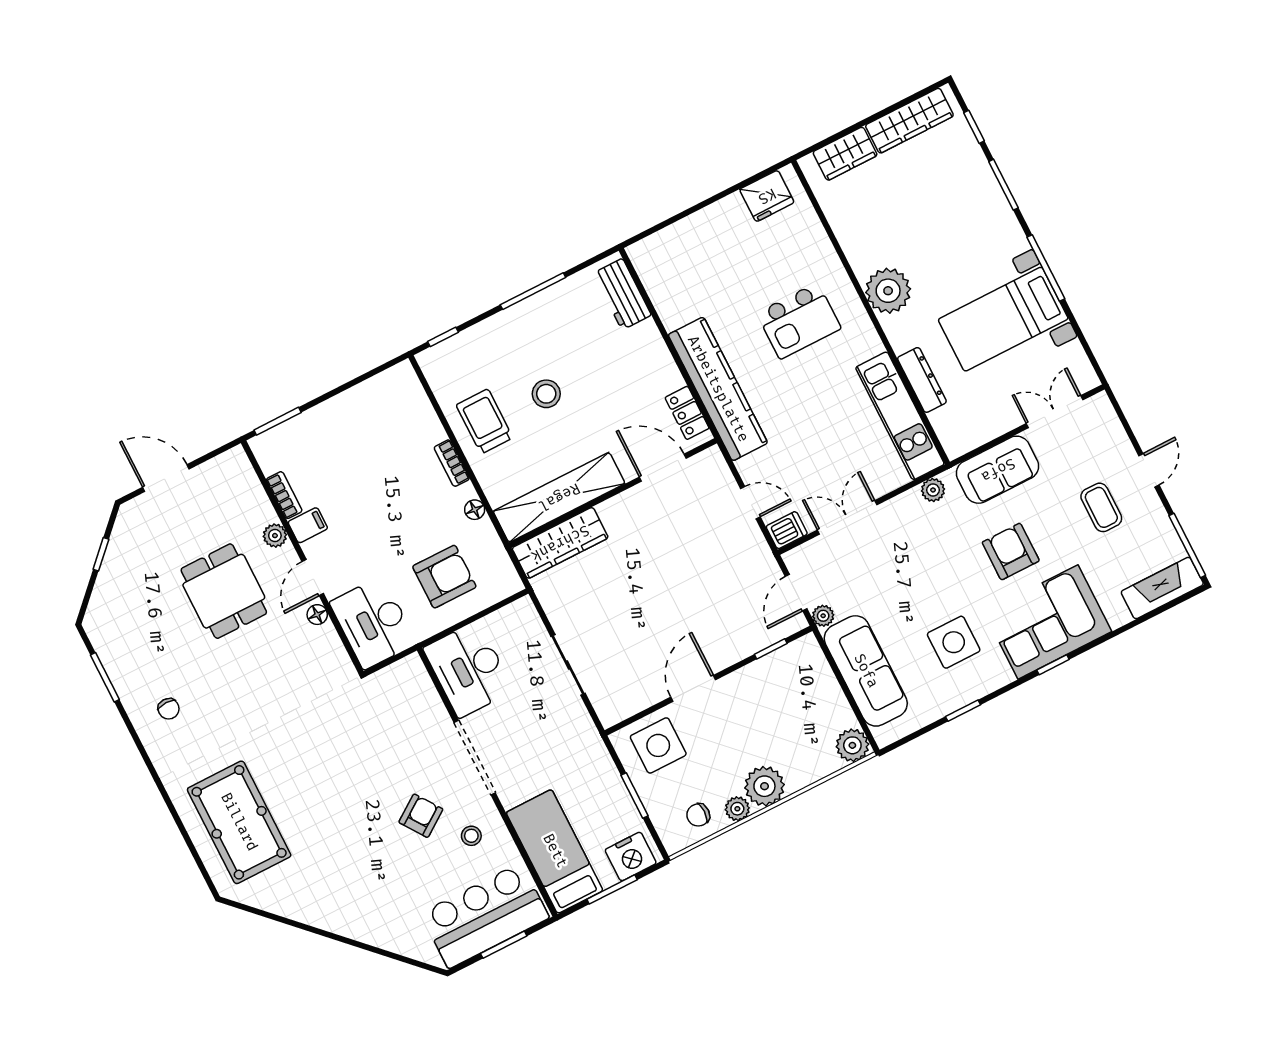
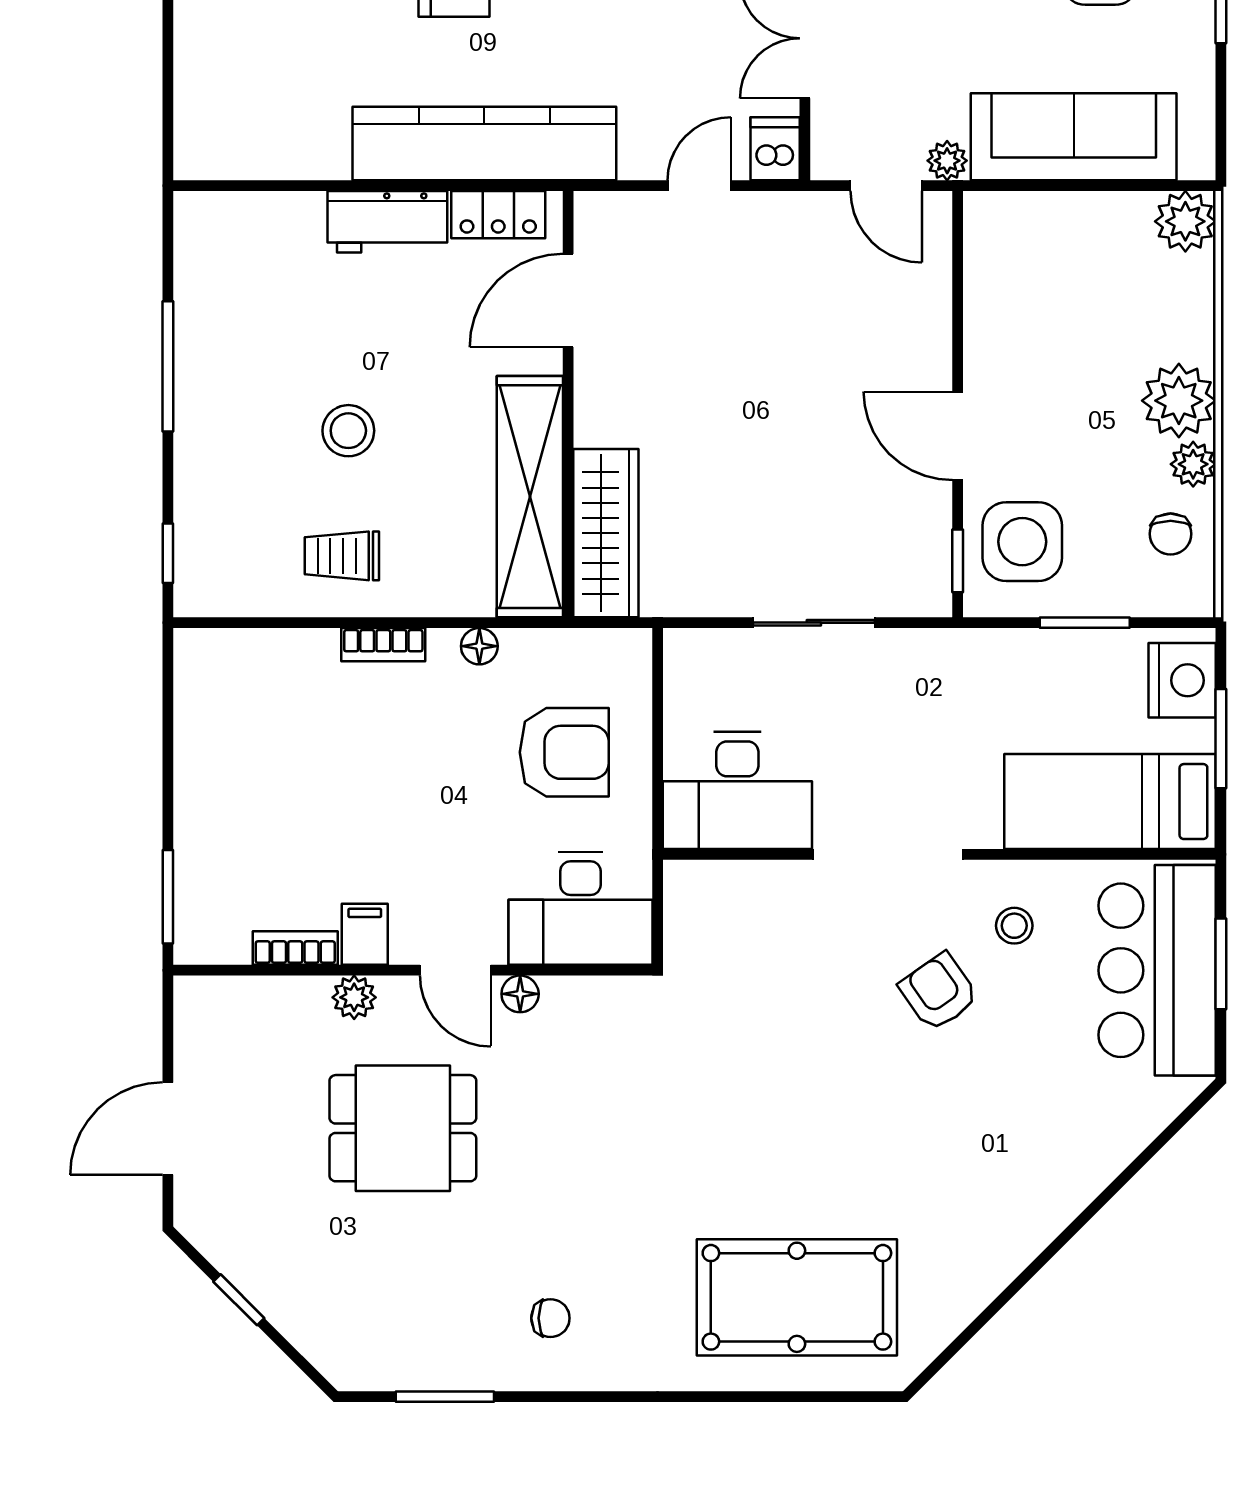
workbench: (622, 294) -> (387, 222), moved
trolley: (484, 421) -> (342, 556), width x0.73, depth x0.72
armchair: (444, 577) -> (564, 752), turned 90
window: (771, 649) -> (958, 561), moved

